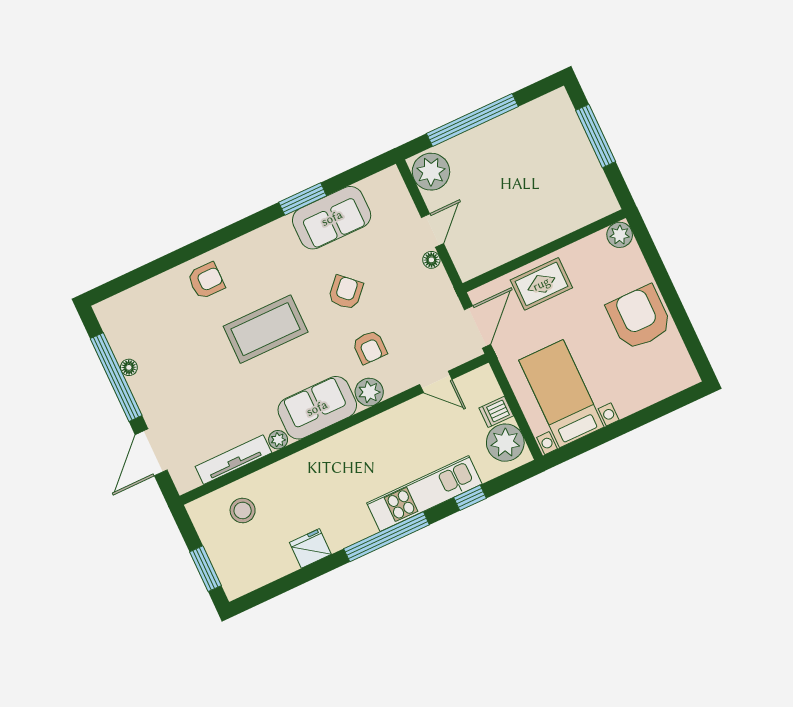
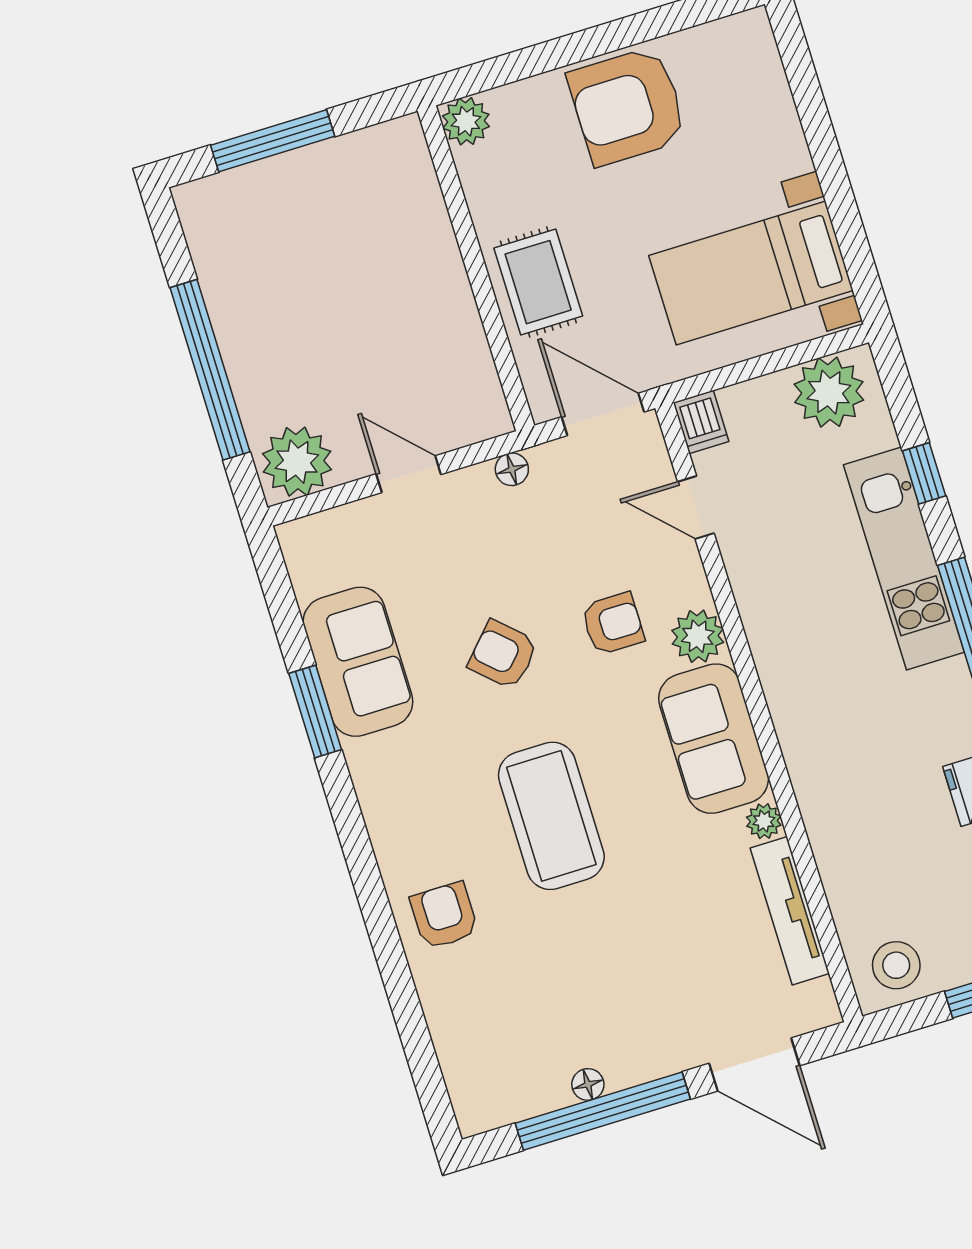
floor lamp: (431, 260) -> (512, 469), moved
door: (436, 382) -> (696, 508), swing flipped
dishwasher: (496, 412) -> (701, 422), moved
stool: (243, 510) -> (896, 965), moved

